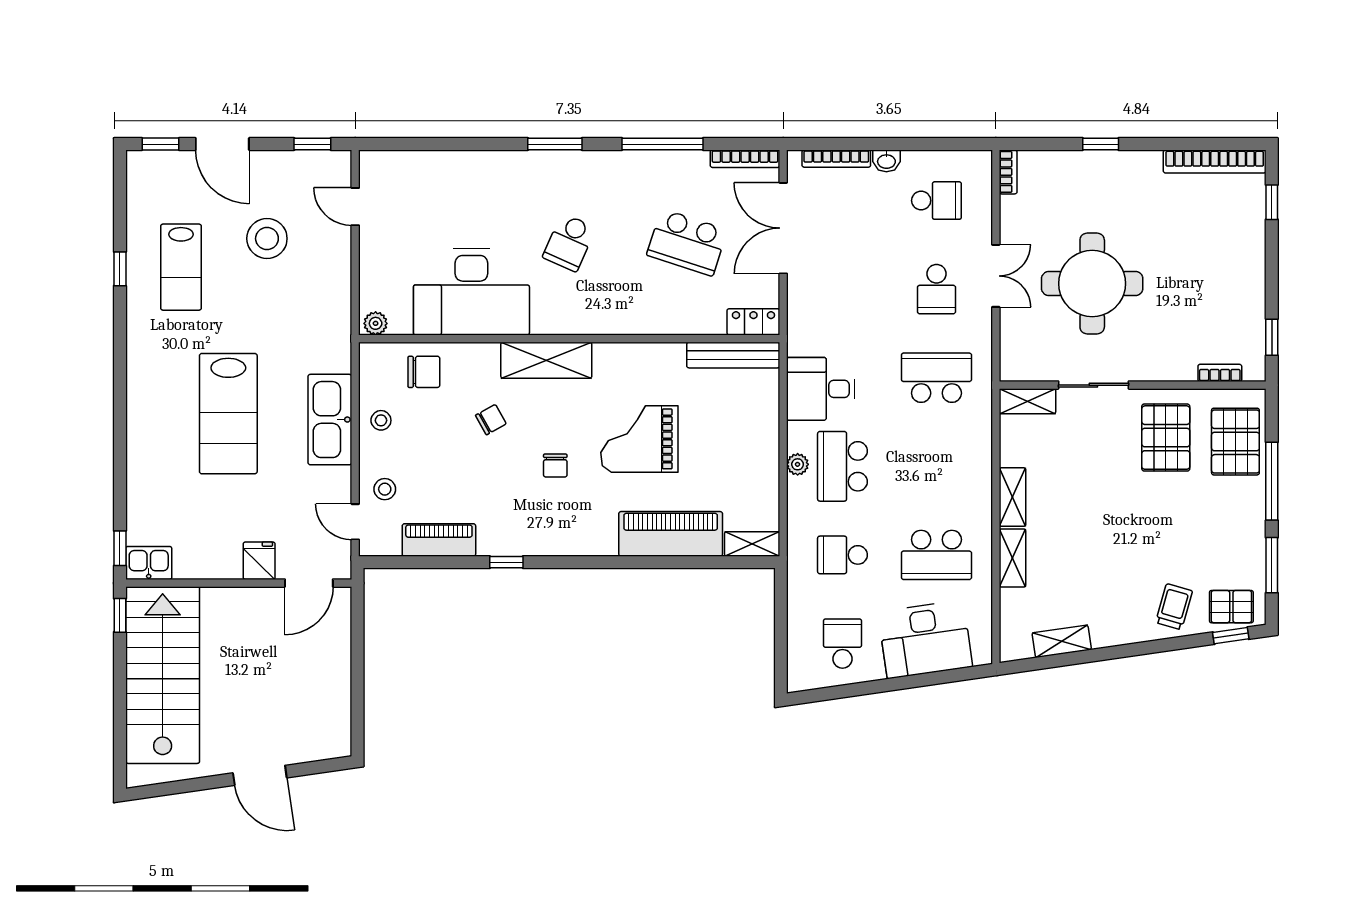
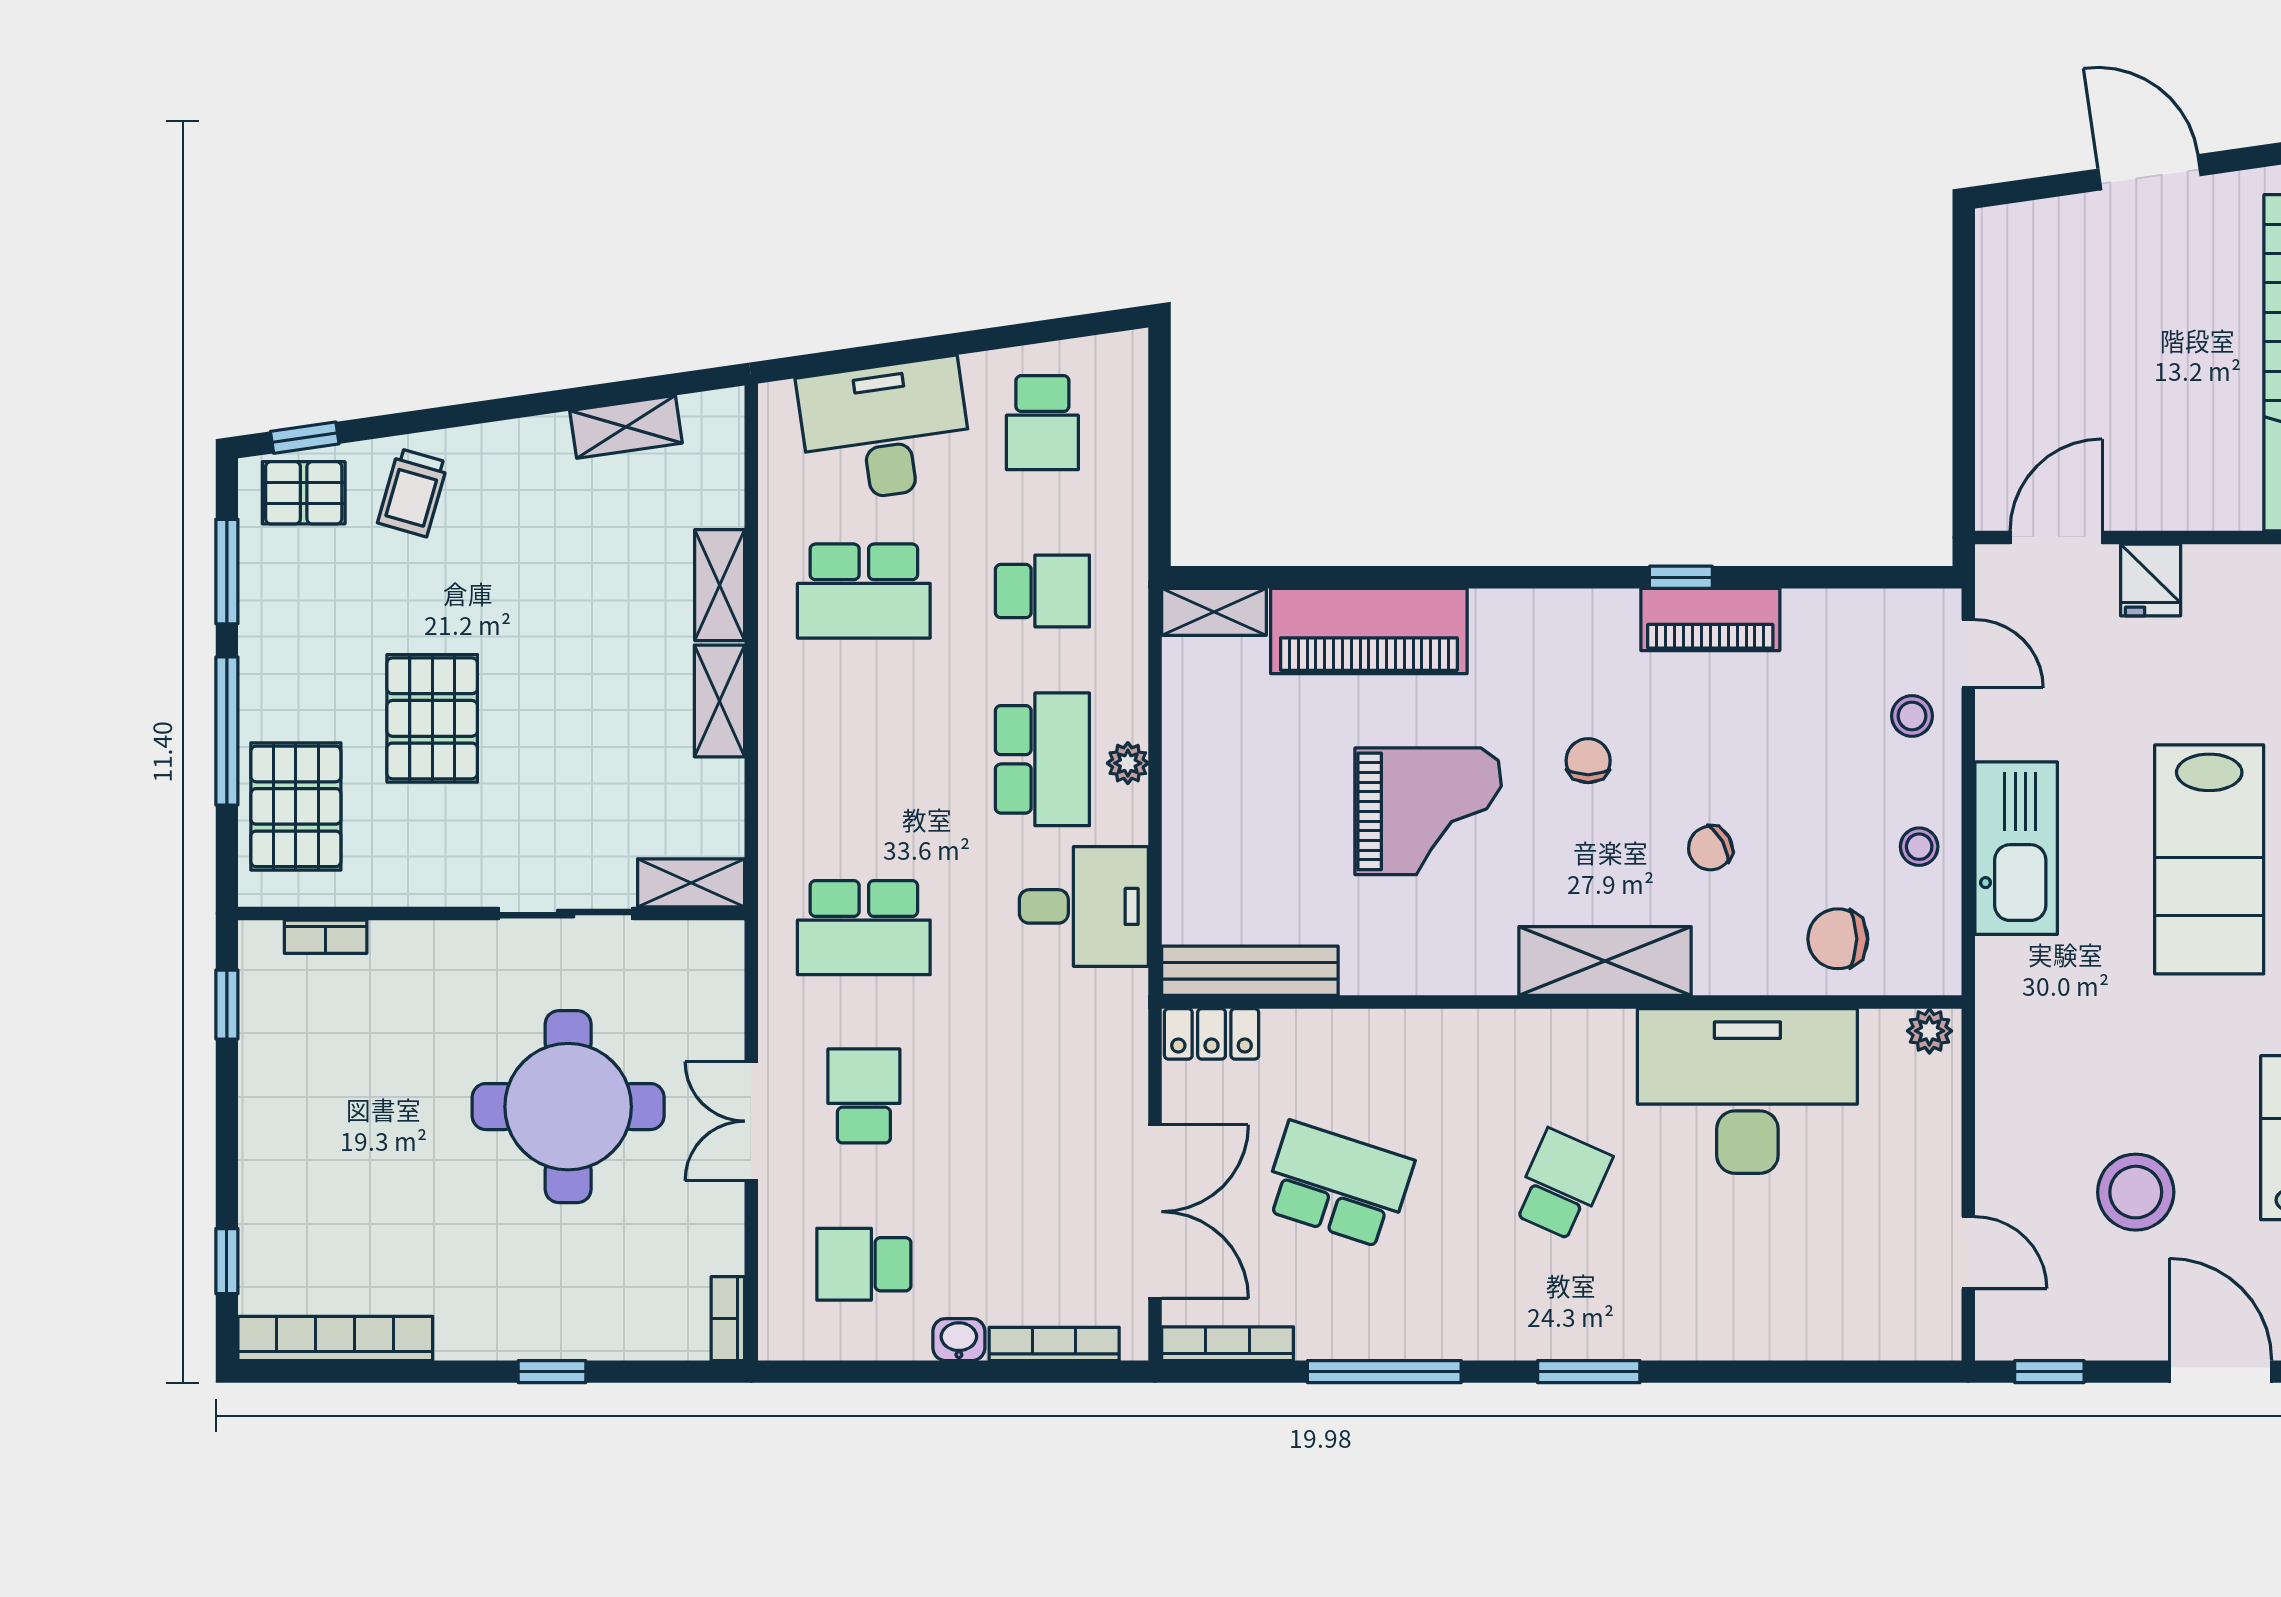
lab bench: (228, 414) -> (2209, 859), turned 180
pallet: (1166, 438) -> (432, 718), moved
piano: (439, 540) -> (1710, 619), moved
school desk: (936, 555) -> (864, 591), turned 180

